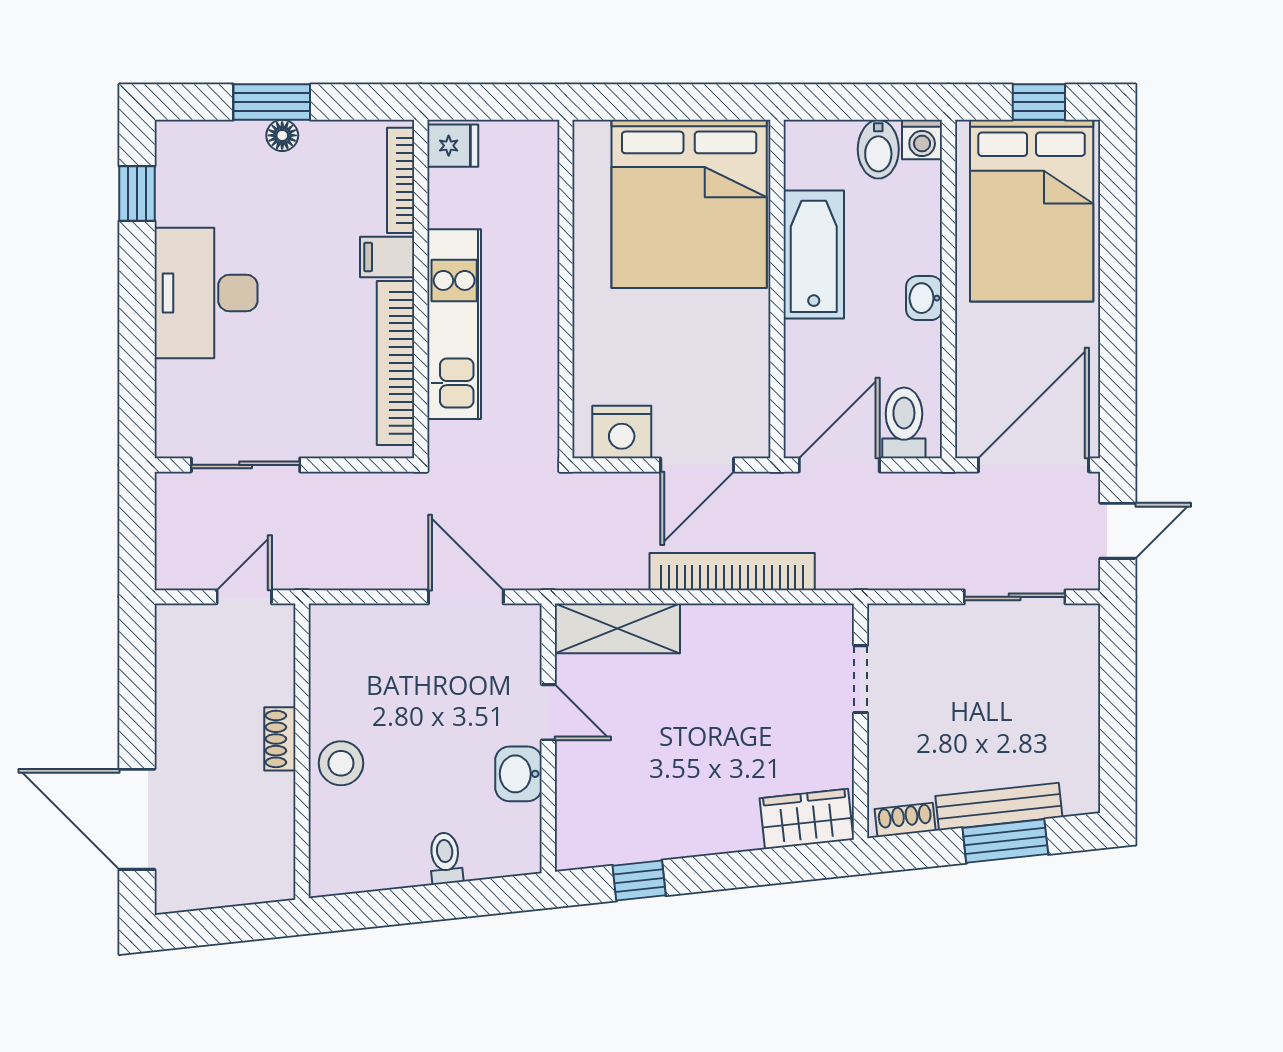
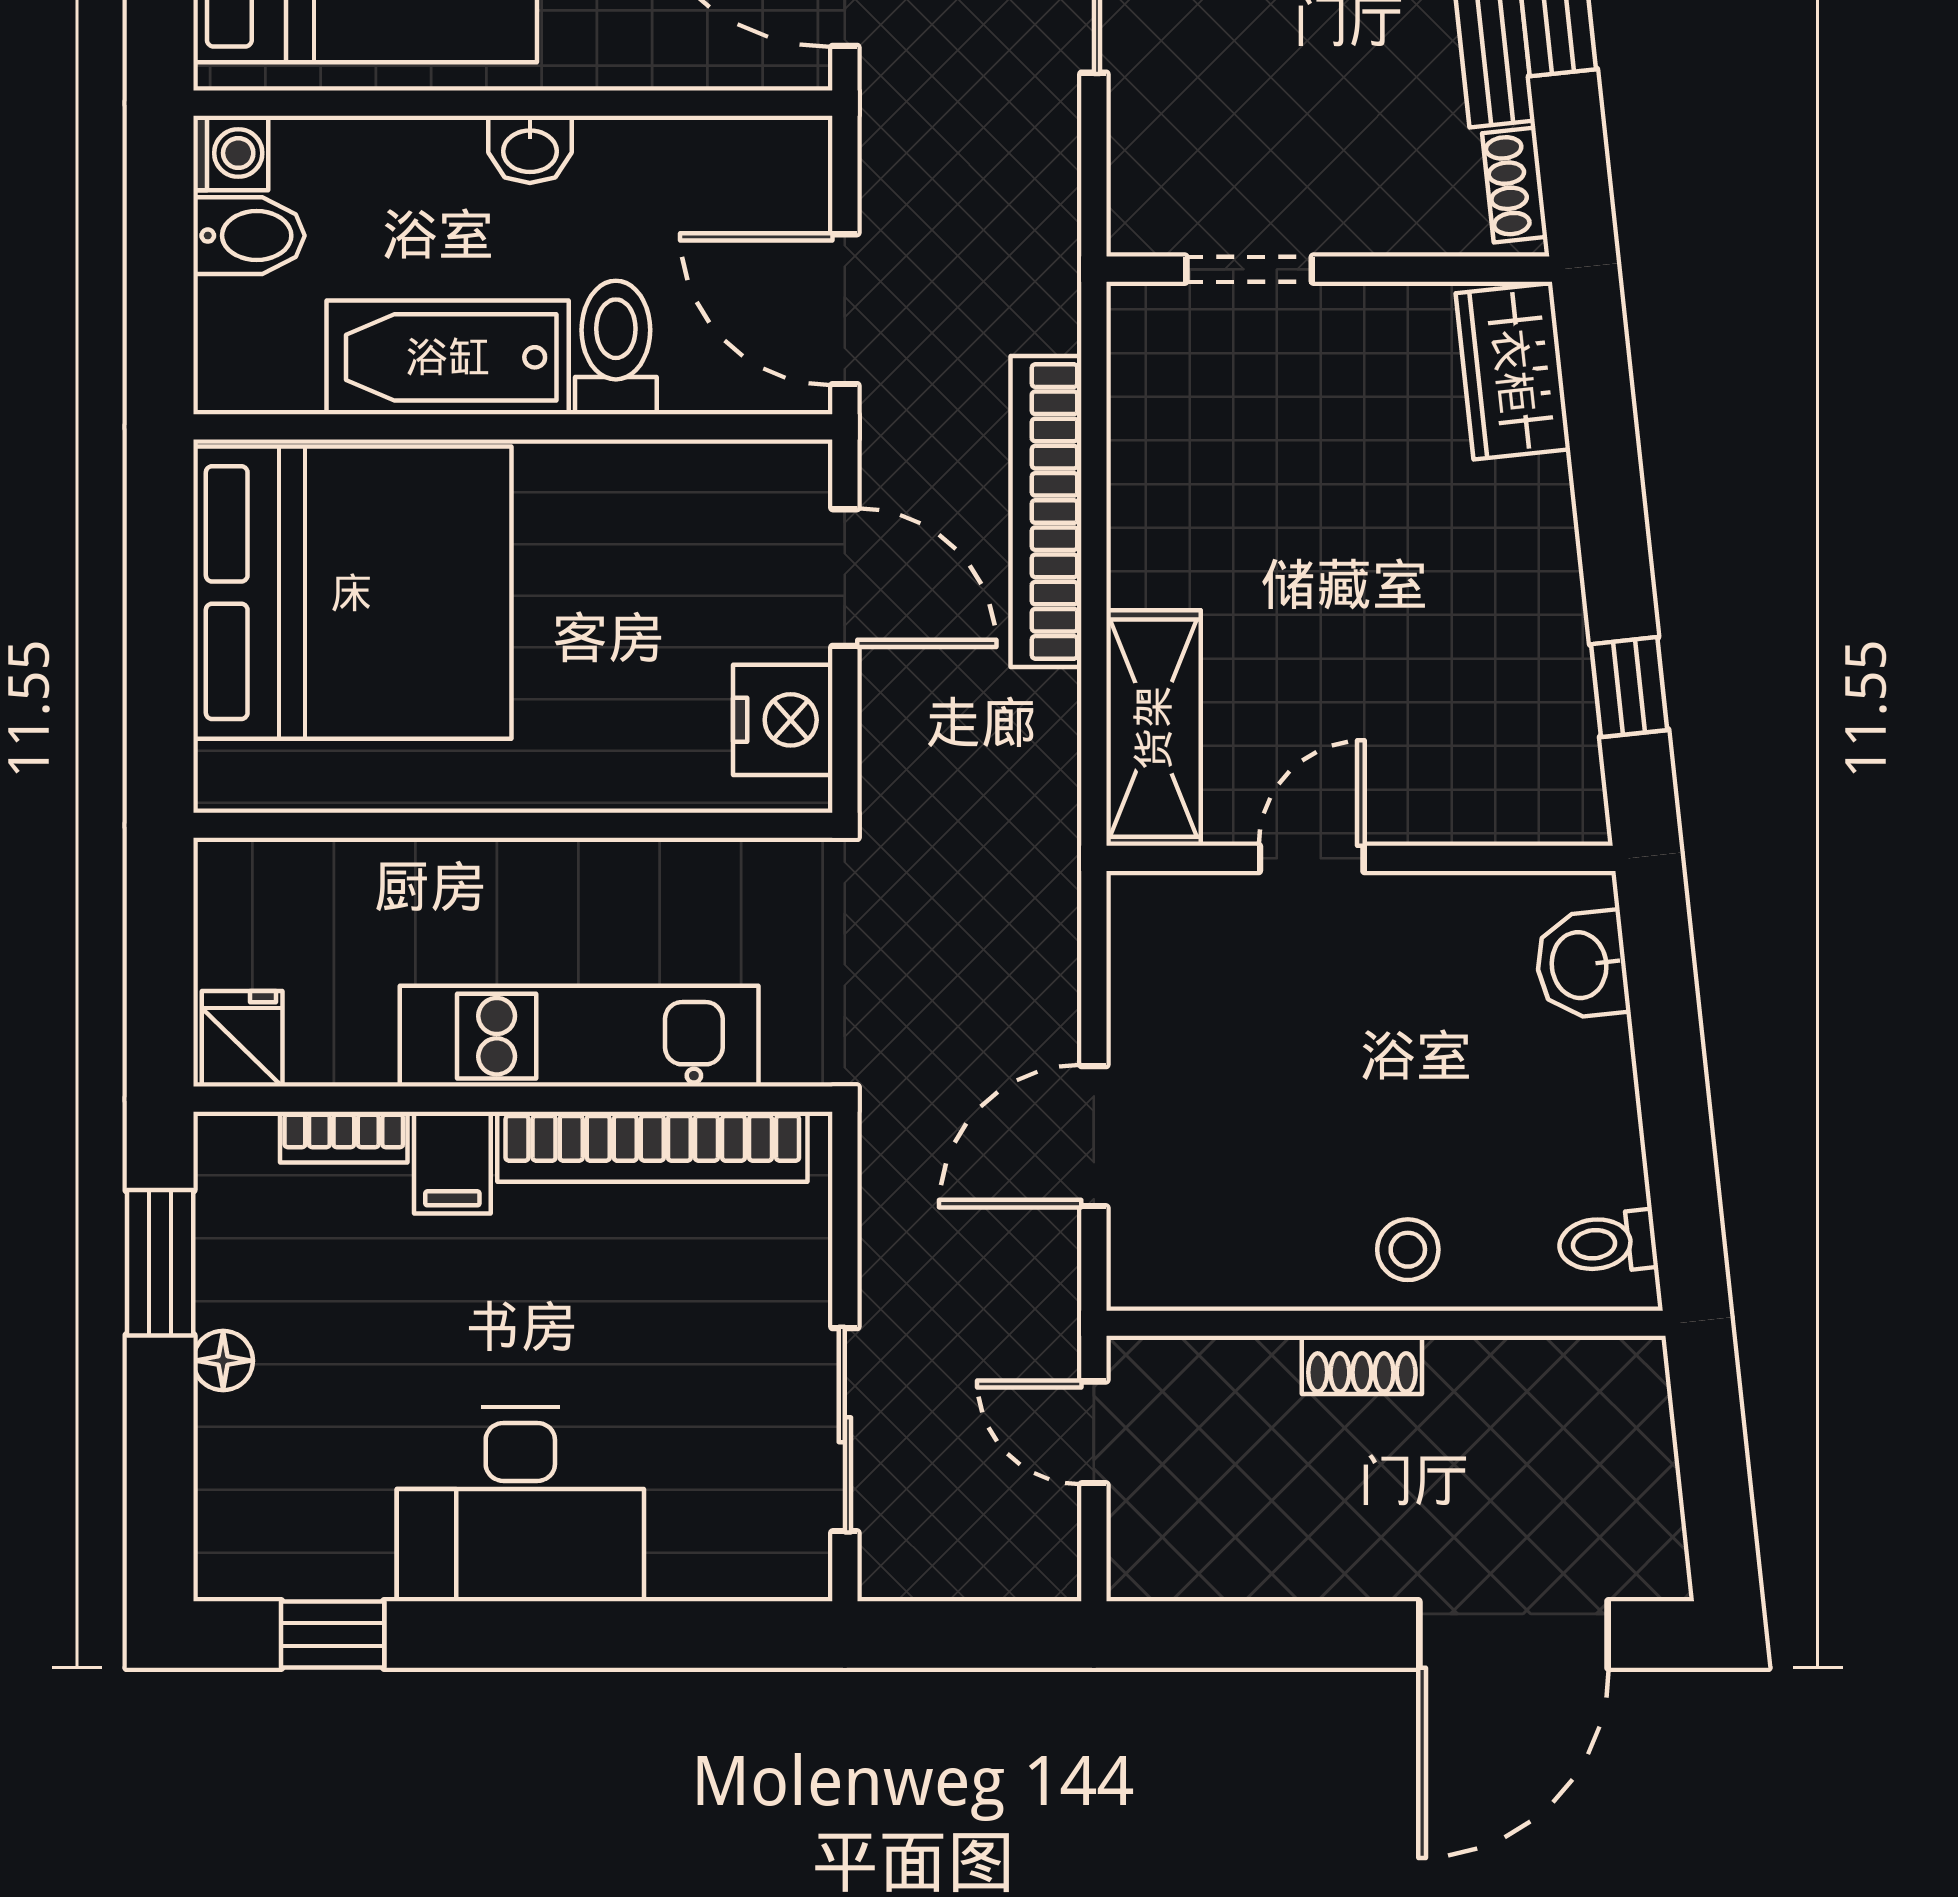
window: (272, 102) -> (160, 1263), moved
bookcase: (401, 180) -> (344, 1137), width x0.64
toilet: (904, 423) -> (616, 347), moved, turned 90
door: (466, 597) -> (1094, 1136), moved
stool: (341, 763) -> (1408, 1250), width x0.73, depth x0.73
washbasin: (518, 774) -> (1582, 965), moved, turned 84
toilet: (445, 858) -> (1607, 1243), moved

